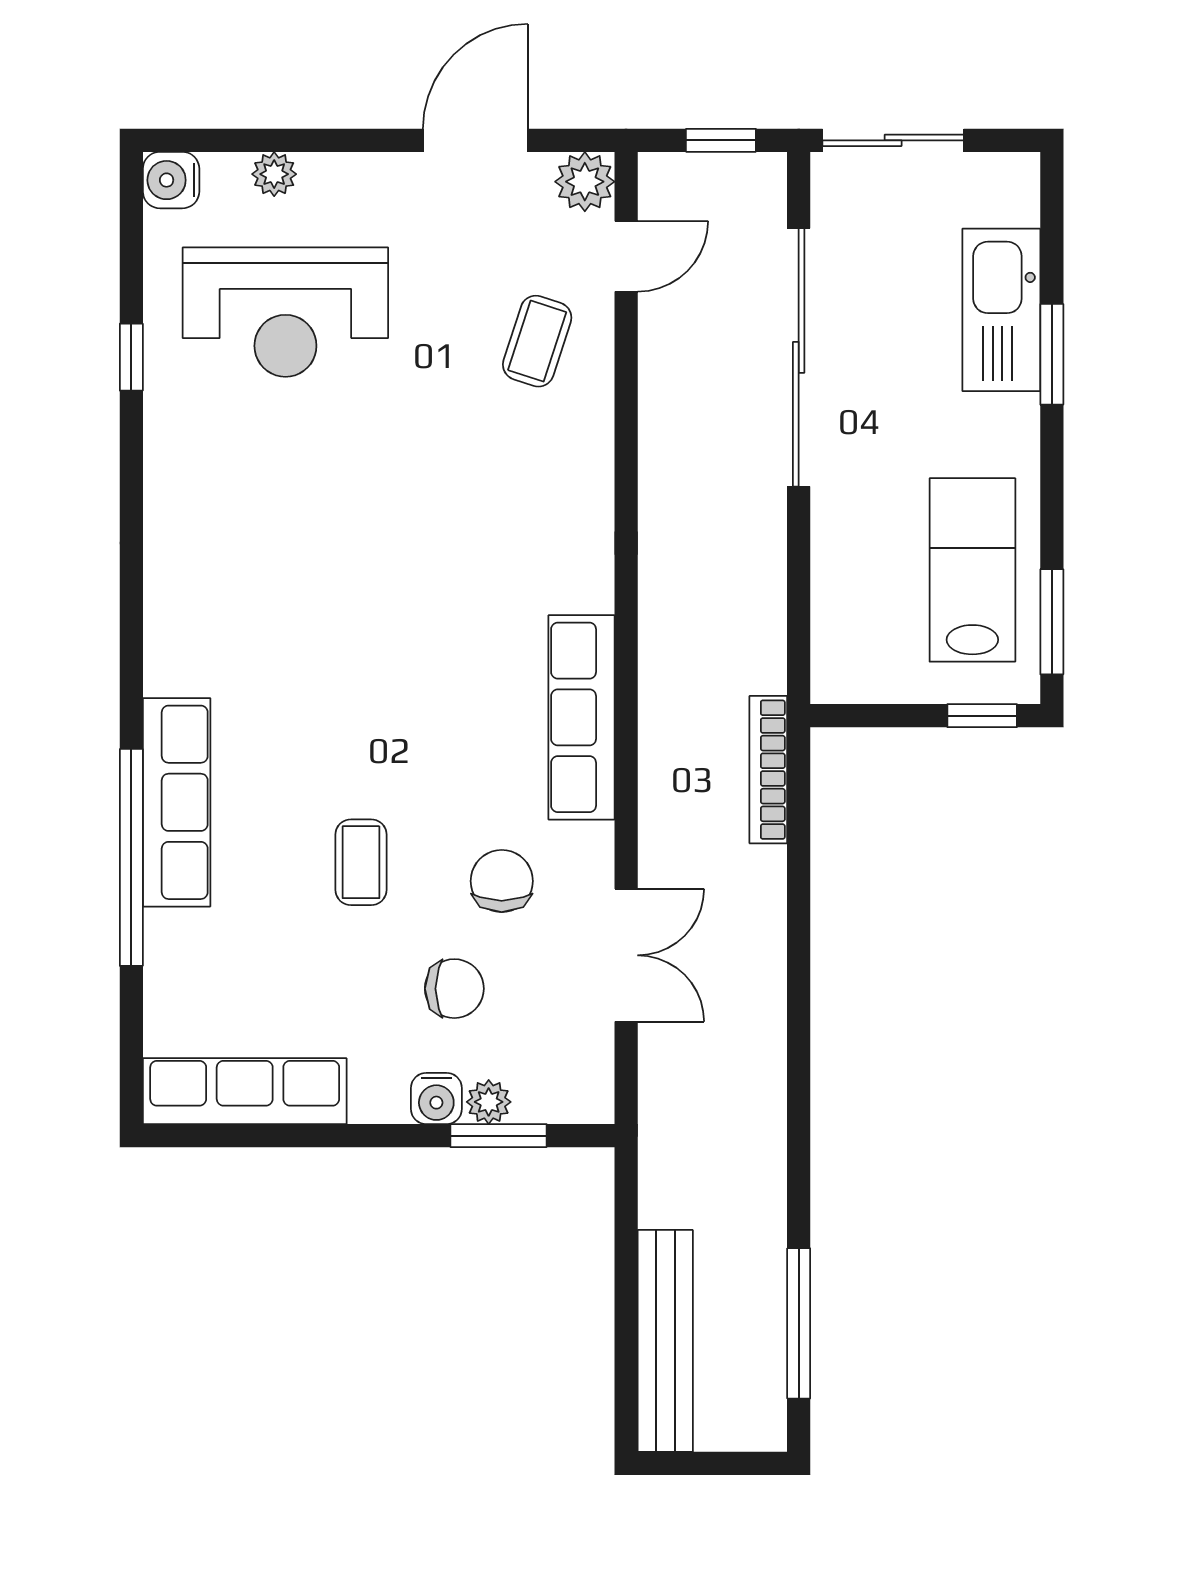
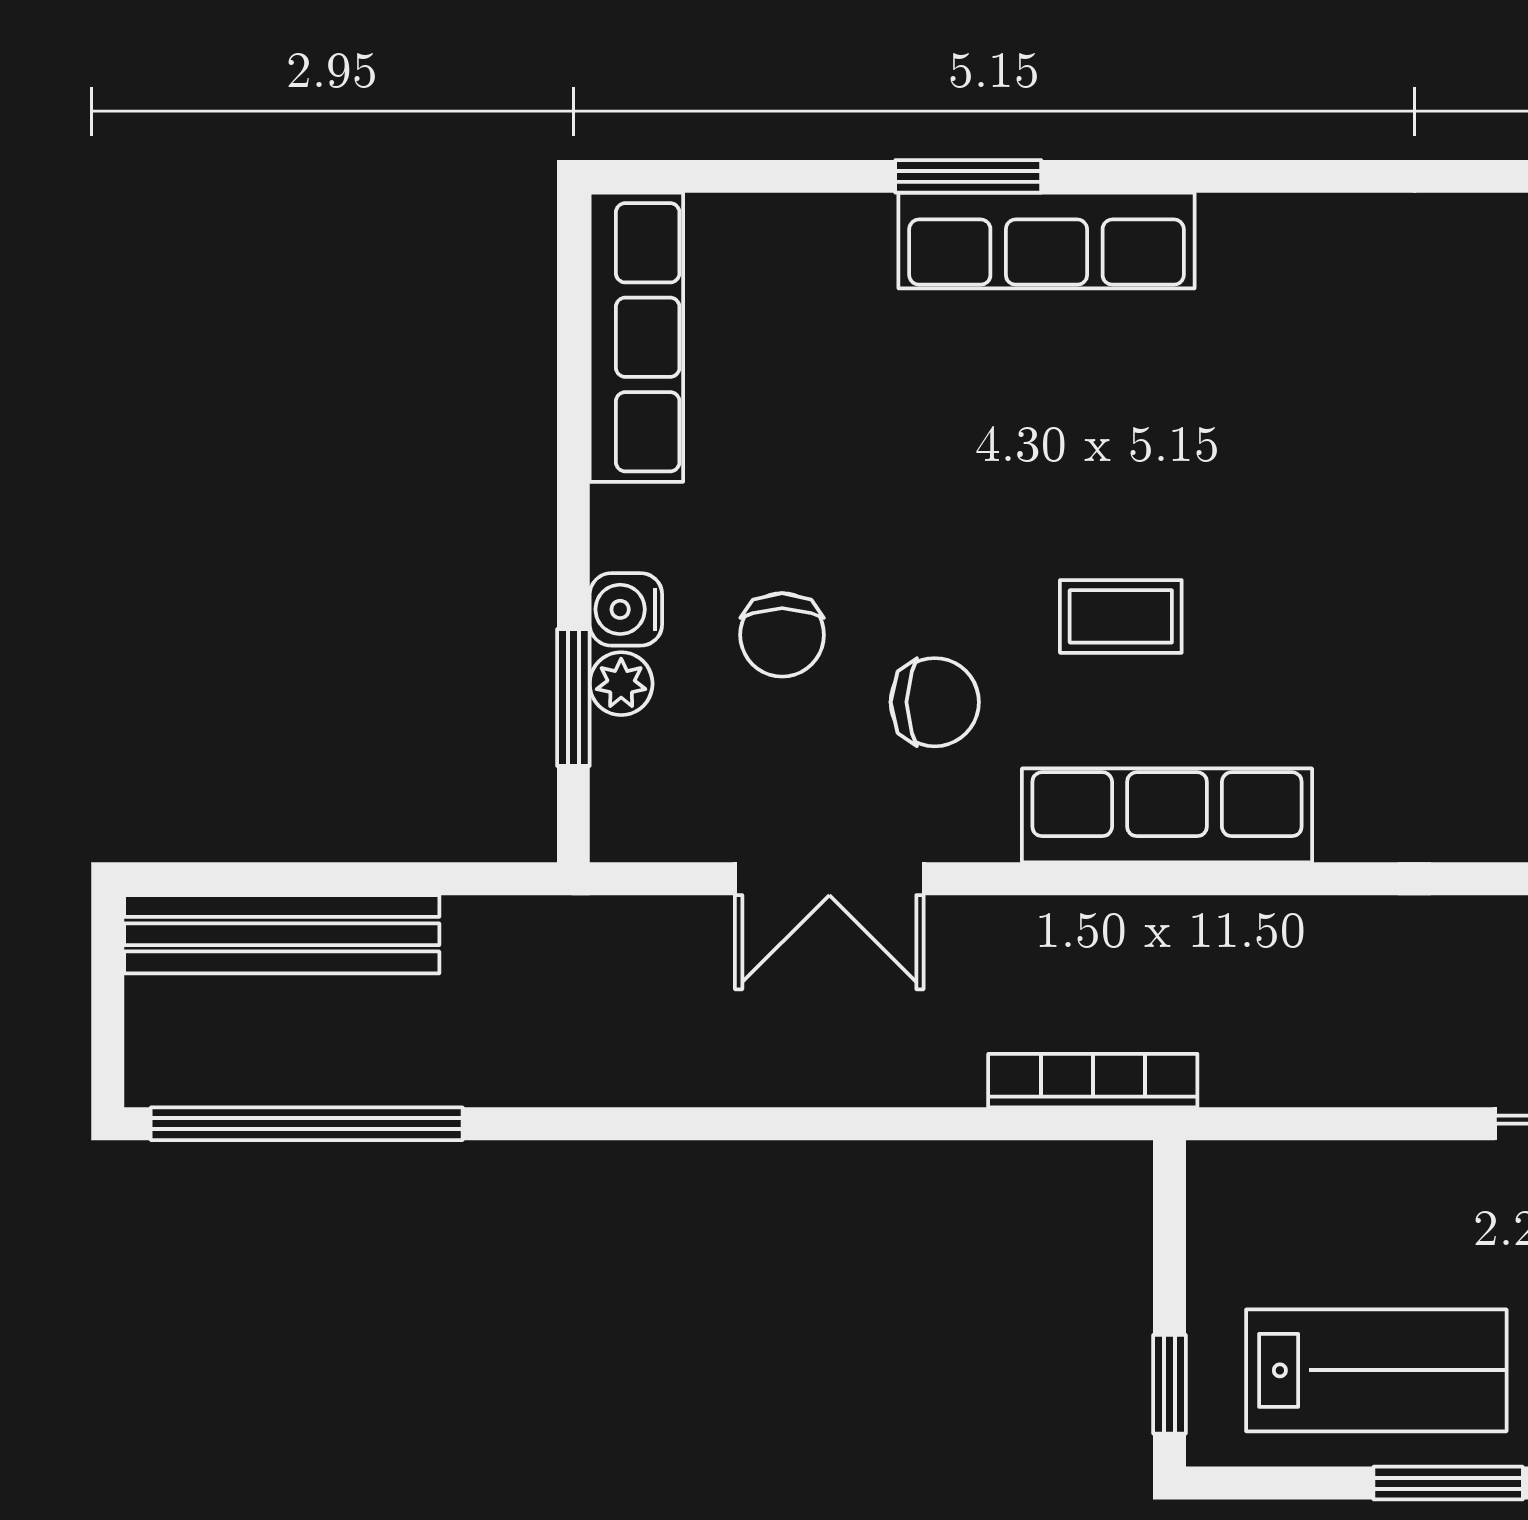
window: (1052, 622) -> (1448, 1483), moved
window: (131, 857) -> (968, 176), width x0.47
coffee table: (361, 862) -> (1121, 616), moved
window: (799, 1323) -> (307, 1124), width x1.46

